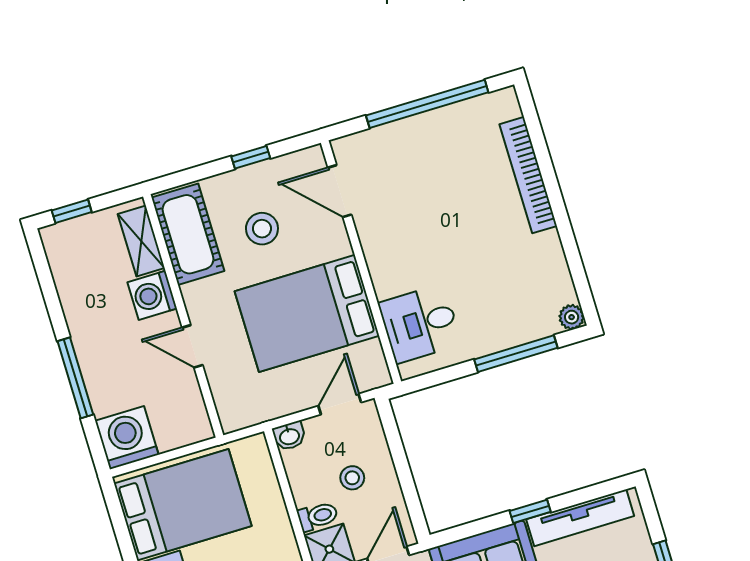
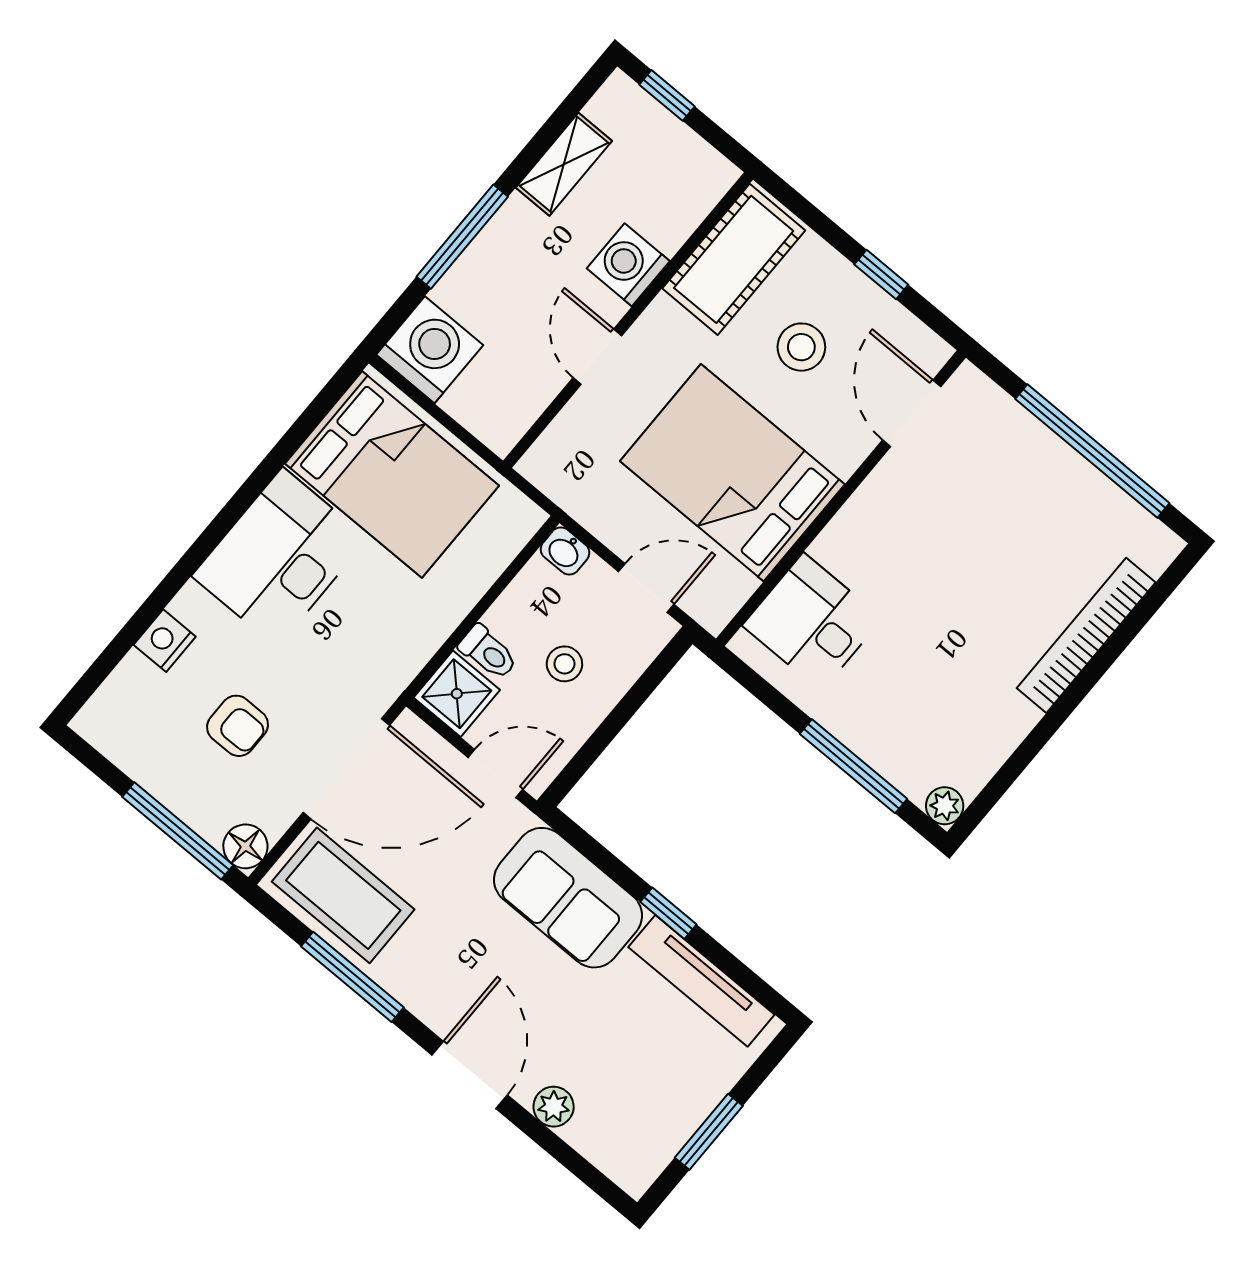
shelving: (141, 241) -> (564, 164), moved

